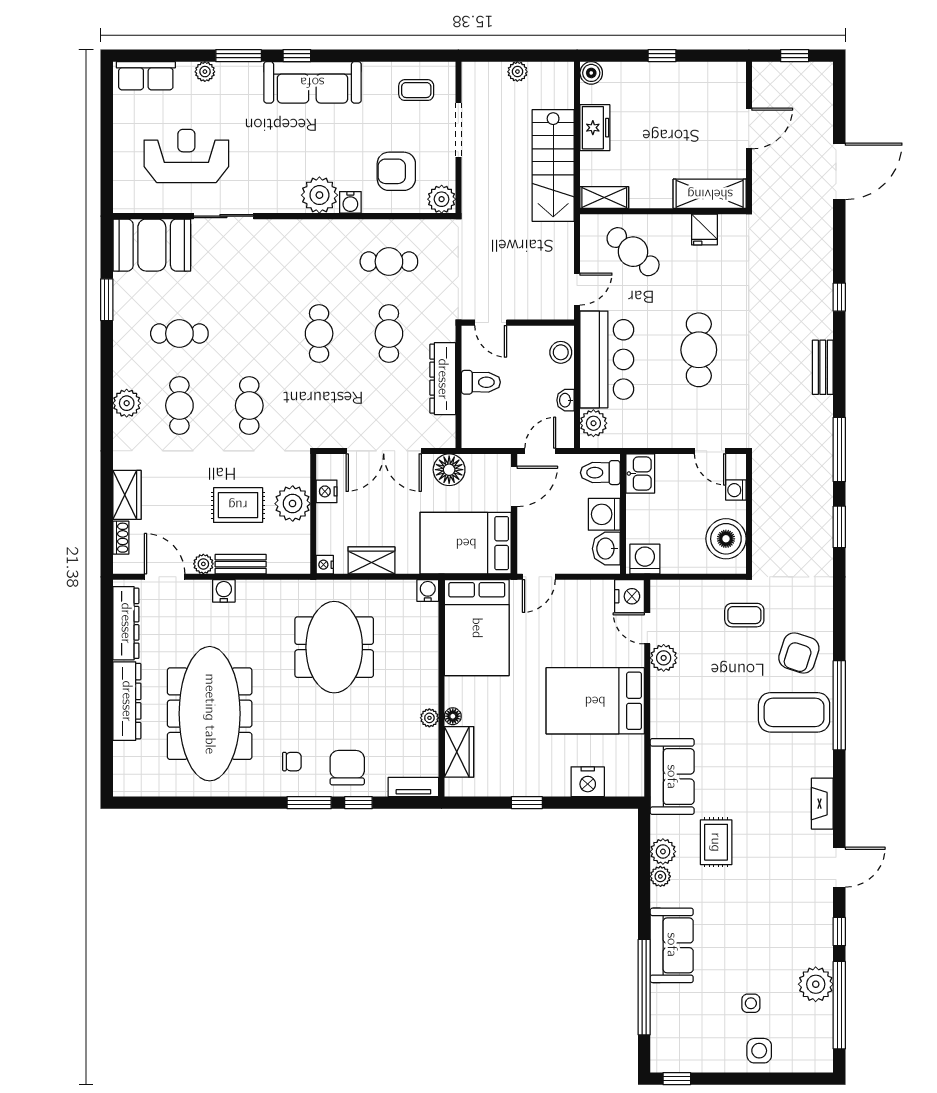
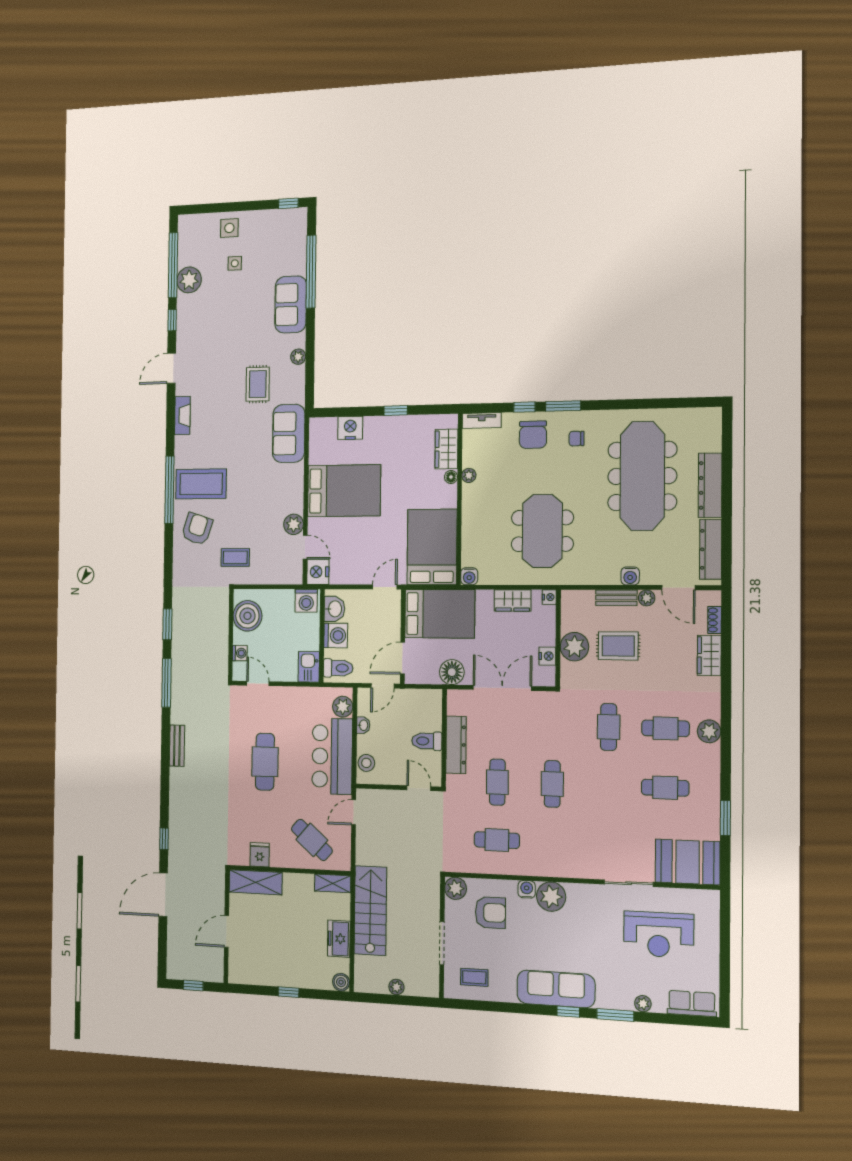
window: (839, 297) -> (164, 839), moved
cafe table: (179, 405) -> (665, 728), turned 90
plant: (663, 852) -> (296, 376), removed

